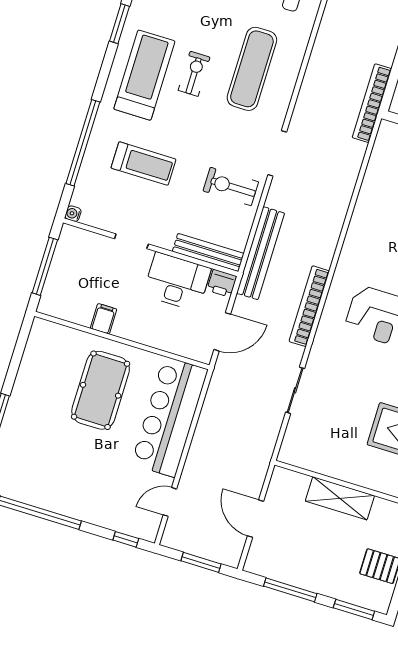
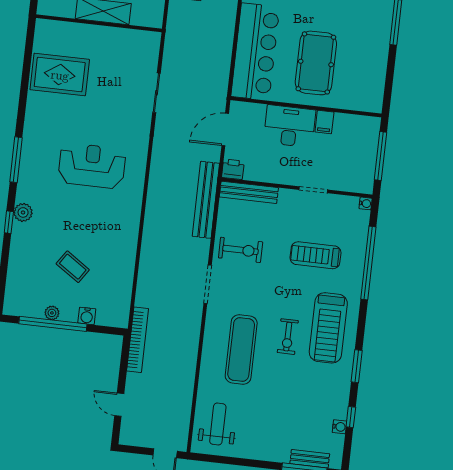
desk: (177, 282) -> (290, 126), moved, turned 180
bookcase: (309, 306) -> (158, 164), removed

